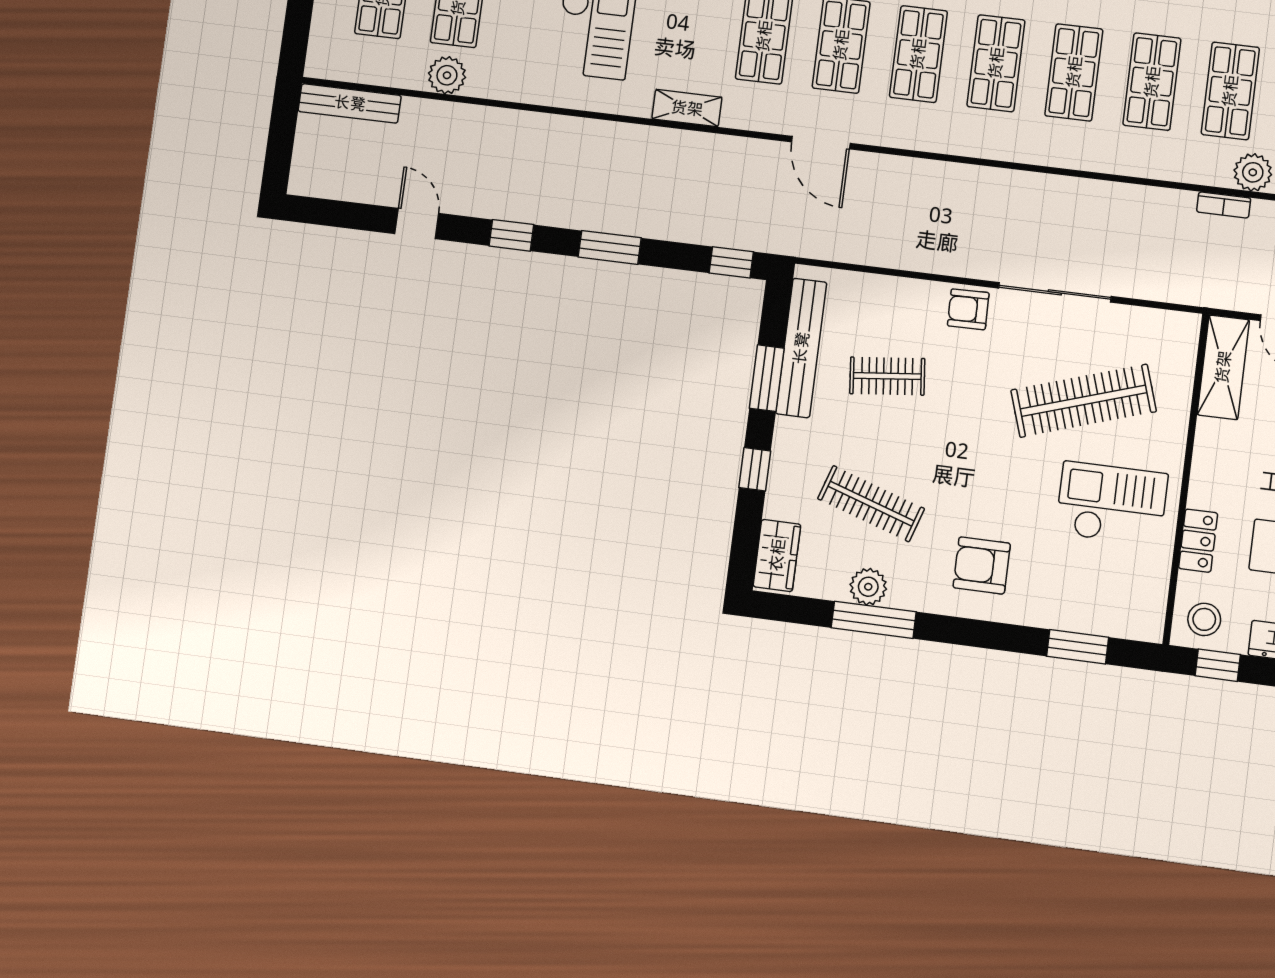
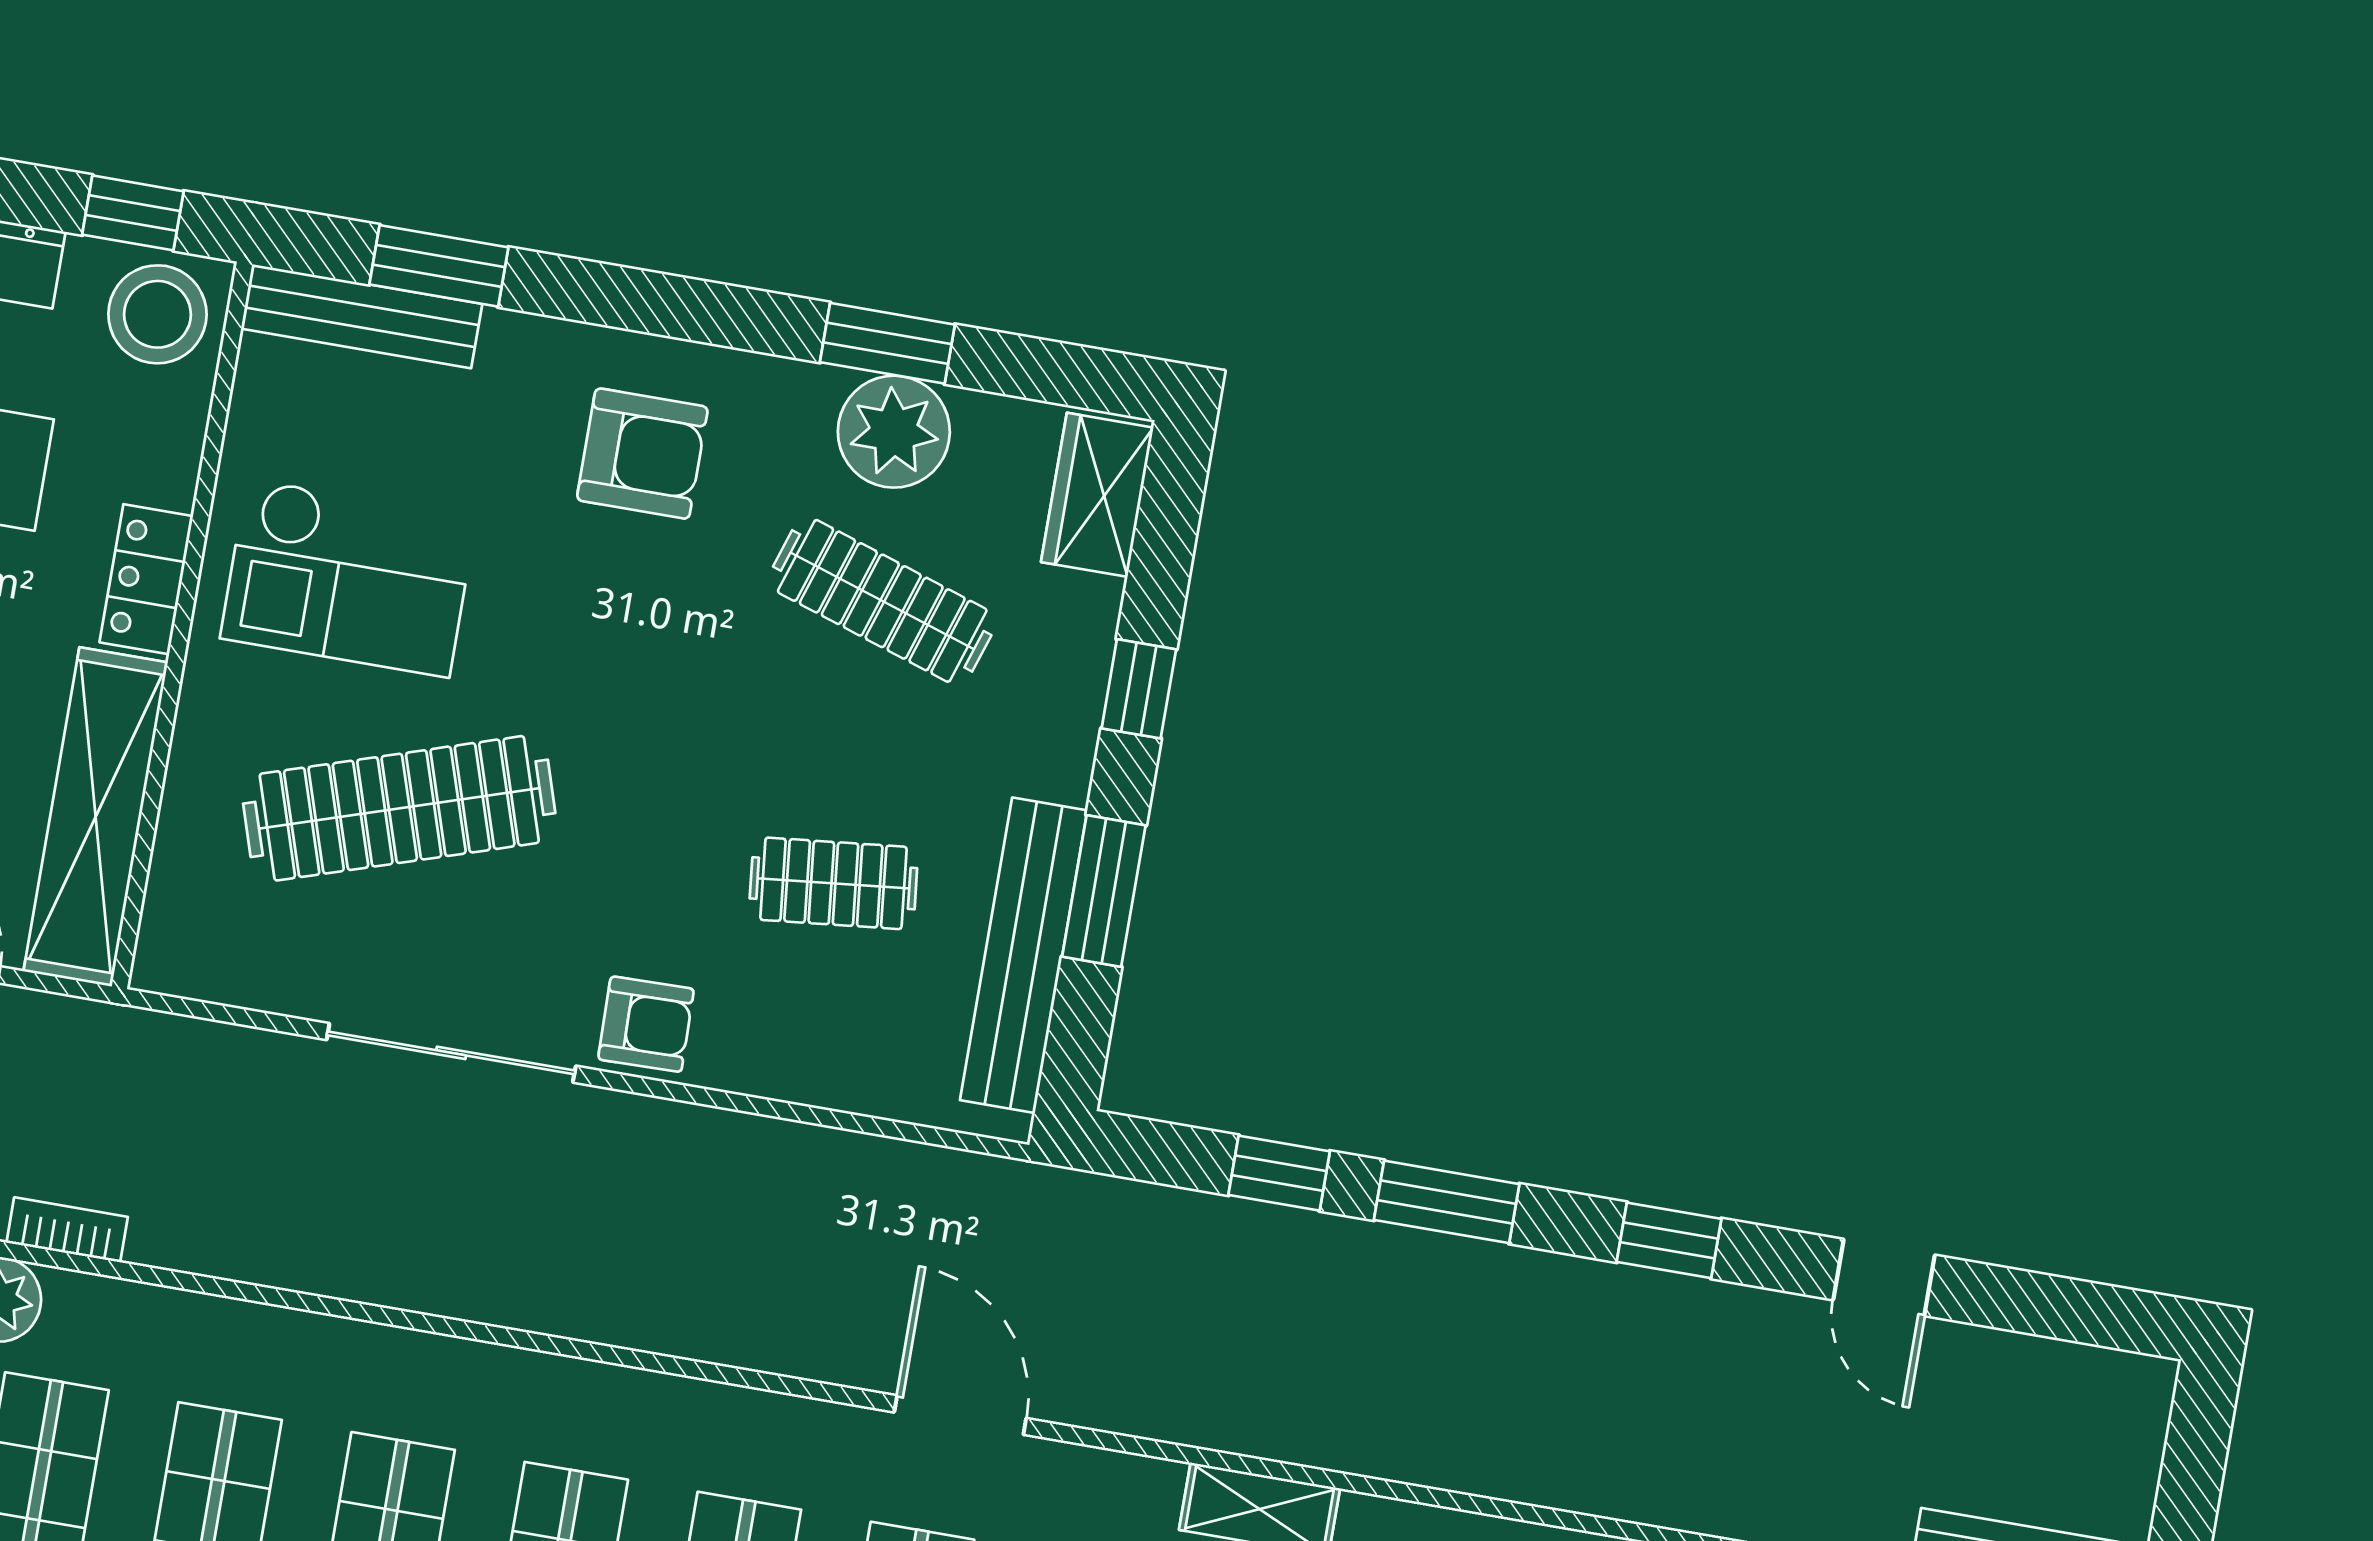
window: (731, 262) -> (1279, 1173), moved
shelving: (1223, 367) -> (96, 817), width x1.47
locker: (1198, 541) -> (146, 579), moved
plant: (868, 587) -> (894, 432), width x1.36, depth x1.36
stool: (1204, 619) -> (157, 314), width x1.38, depth x1.38
window: (874, 620) -> (887, 343), width x0.69
bench: (1111, 622) -> (362, 316), added

